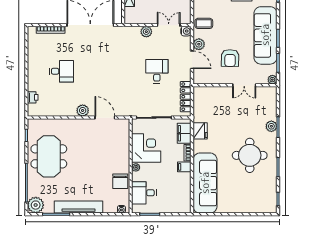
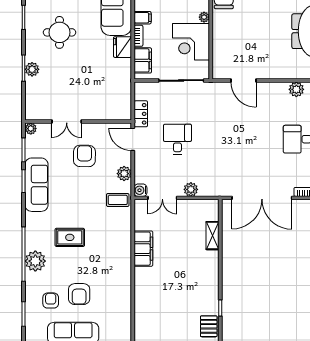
sofa: (265, 35) -> (36, 185), width x0.74, depth x0.79
door: (192, 60) -> (133, 139), moved
desk: (157, 71) -> (177, 139), turned 180
double door: (244, 85) -> (67, 121), swing flipped
locker: (186, 97) -> (141, 114), width x0.66
plant: (83, 110) -> (296, 89), moved
fridge: (200, 131) -> (122, 47), moved
round table: (250, 155) -> (59, 32), width x0.73, depth x0.73

